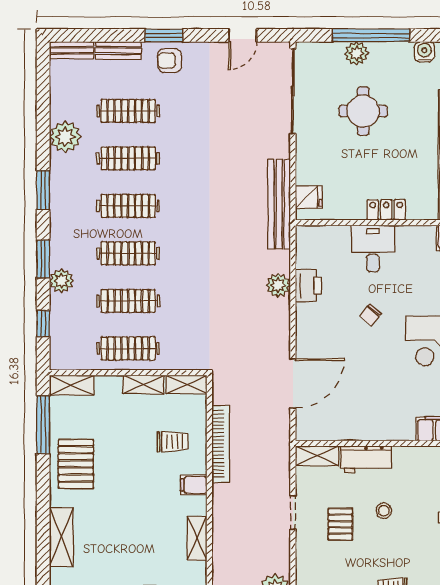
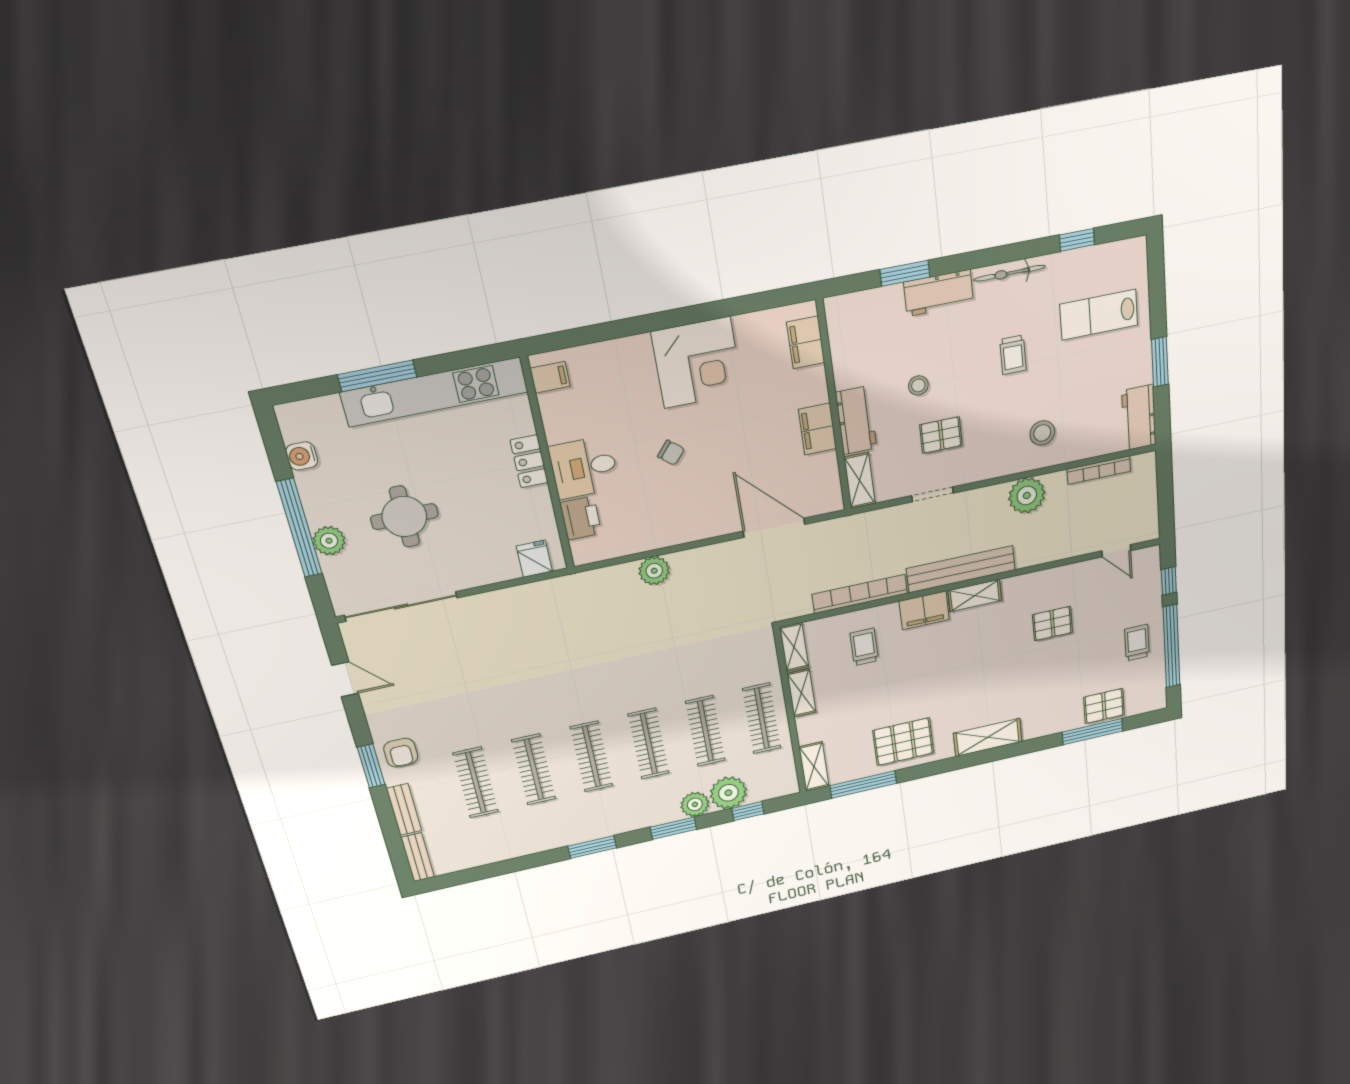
plant: (65, 137) -> (728, 793), moved
bench: (279, 204) -> (961, 569), moved
printer: (308, 286) -> (581, 518), moved, turned 90
filing cabinet: (366, 428) -> (817, 429), added
filing cabinet: (194, 485) -> (924, 610), width x2.00

